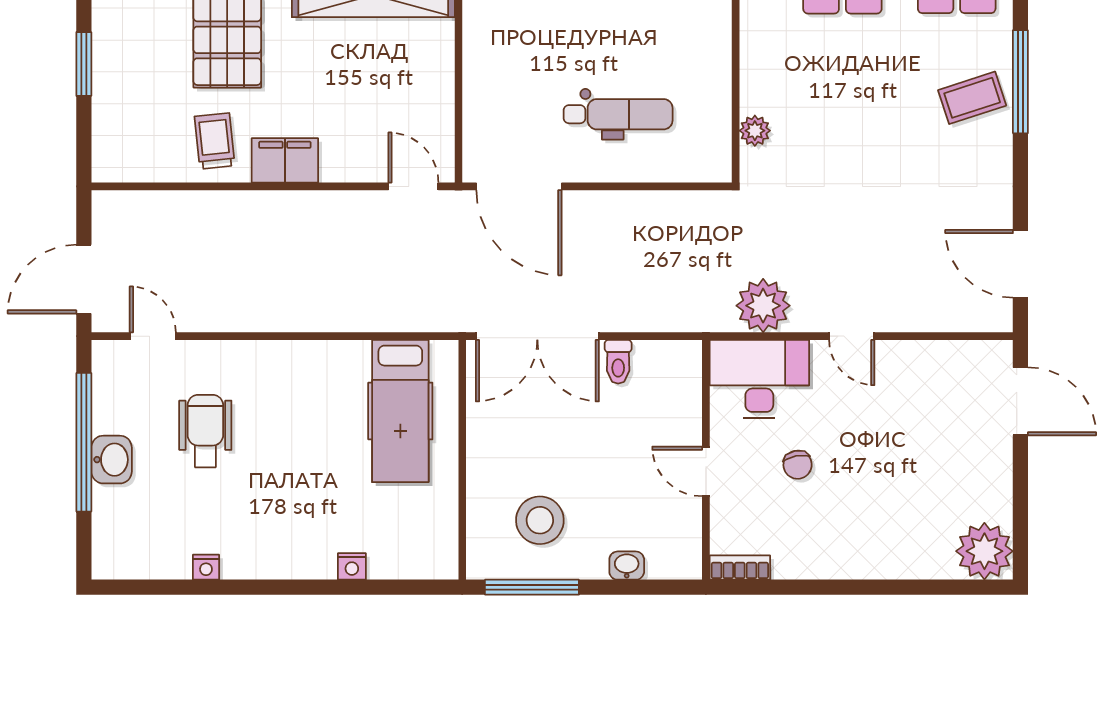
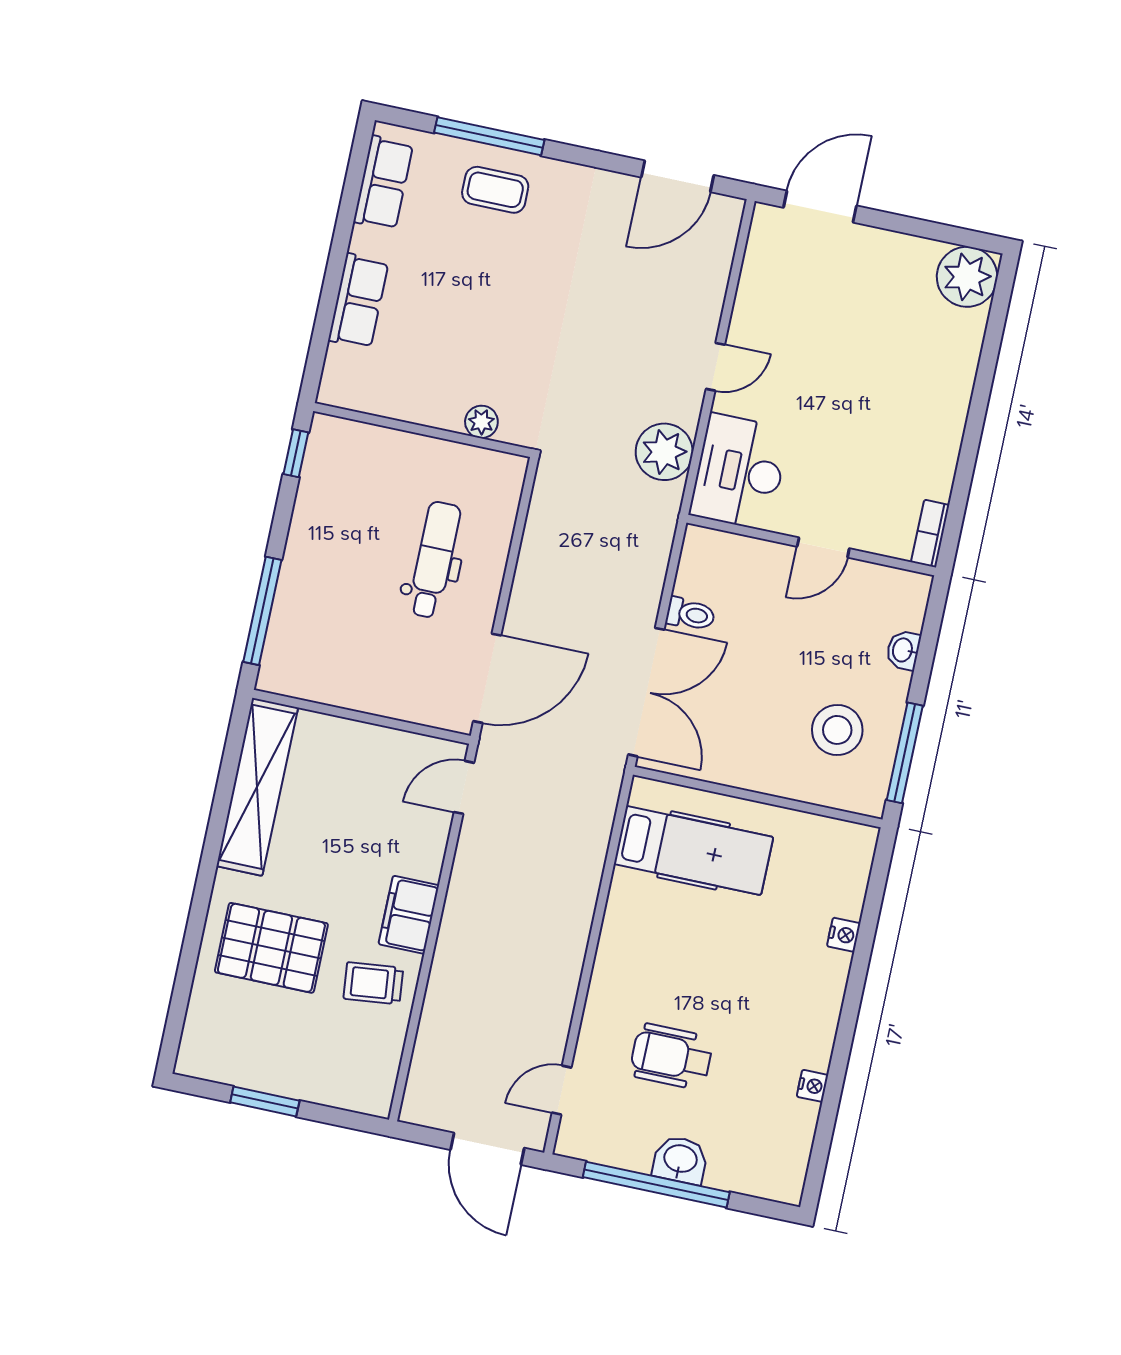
coffee table: (972, 98) -> (495, 190), turned -72
chair: (798, 465) -> (836, 451), removed

